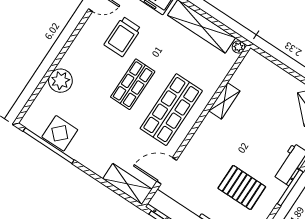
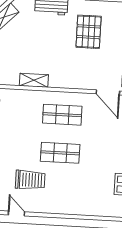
plant: (60, 81) -> (88, 206), removed
shop shelf: (171, 110) -> (62, 115), width x0.70, depth x0.74

